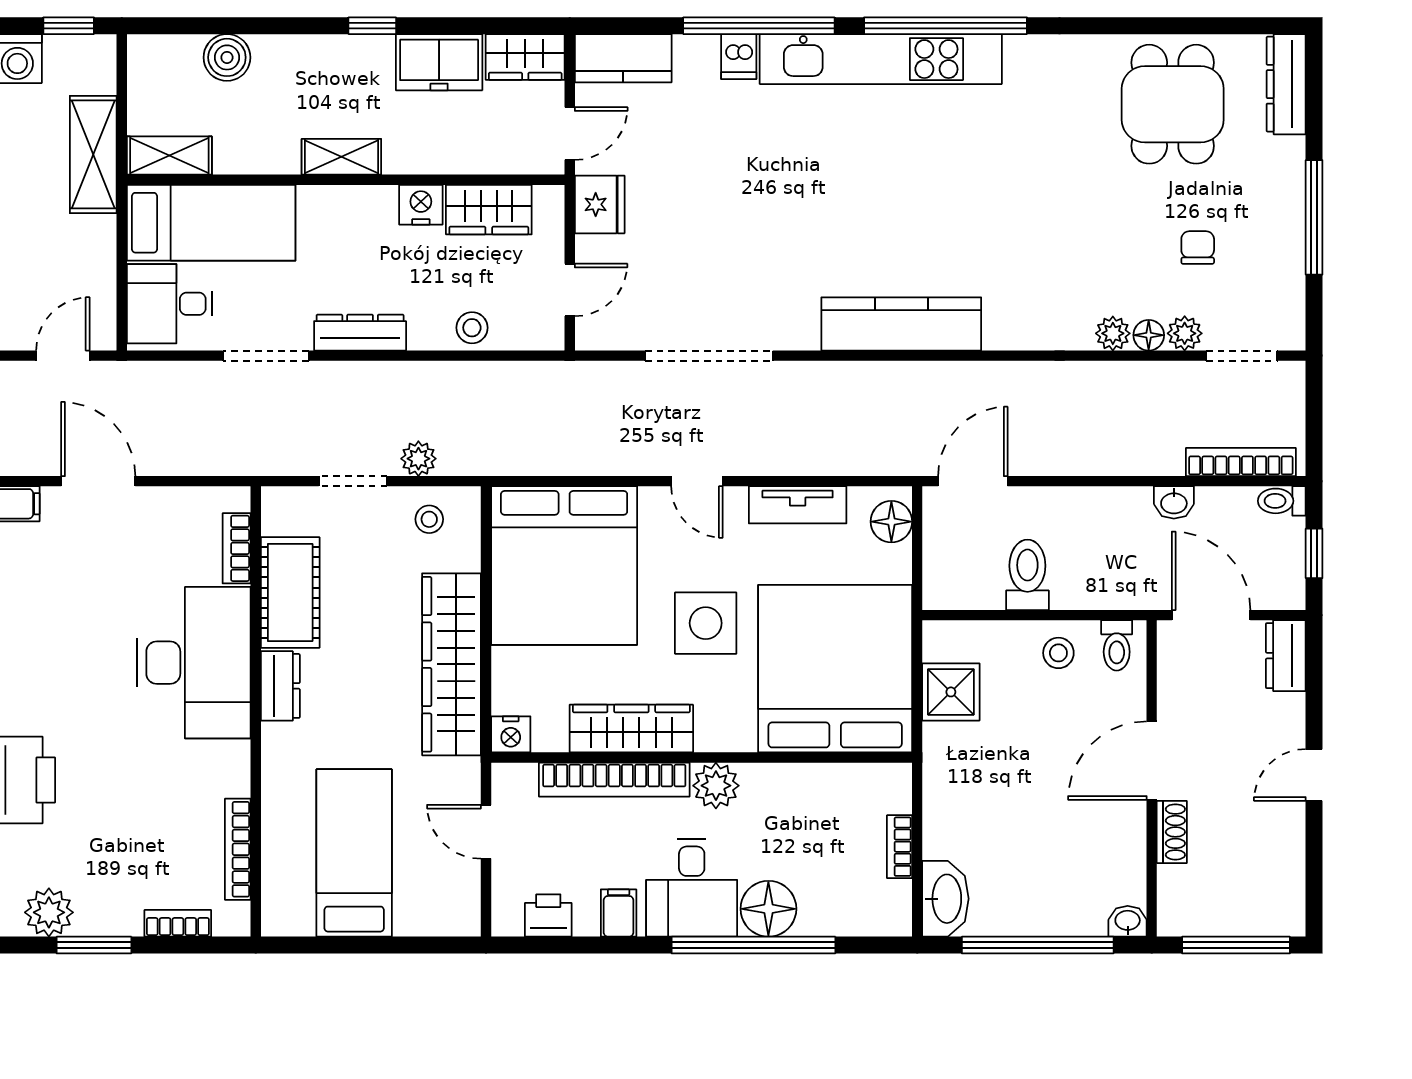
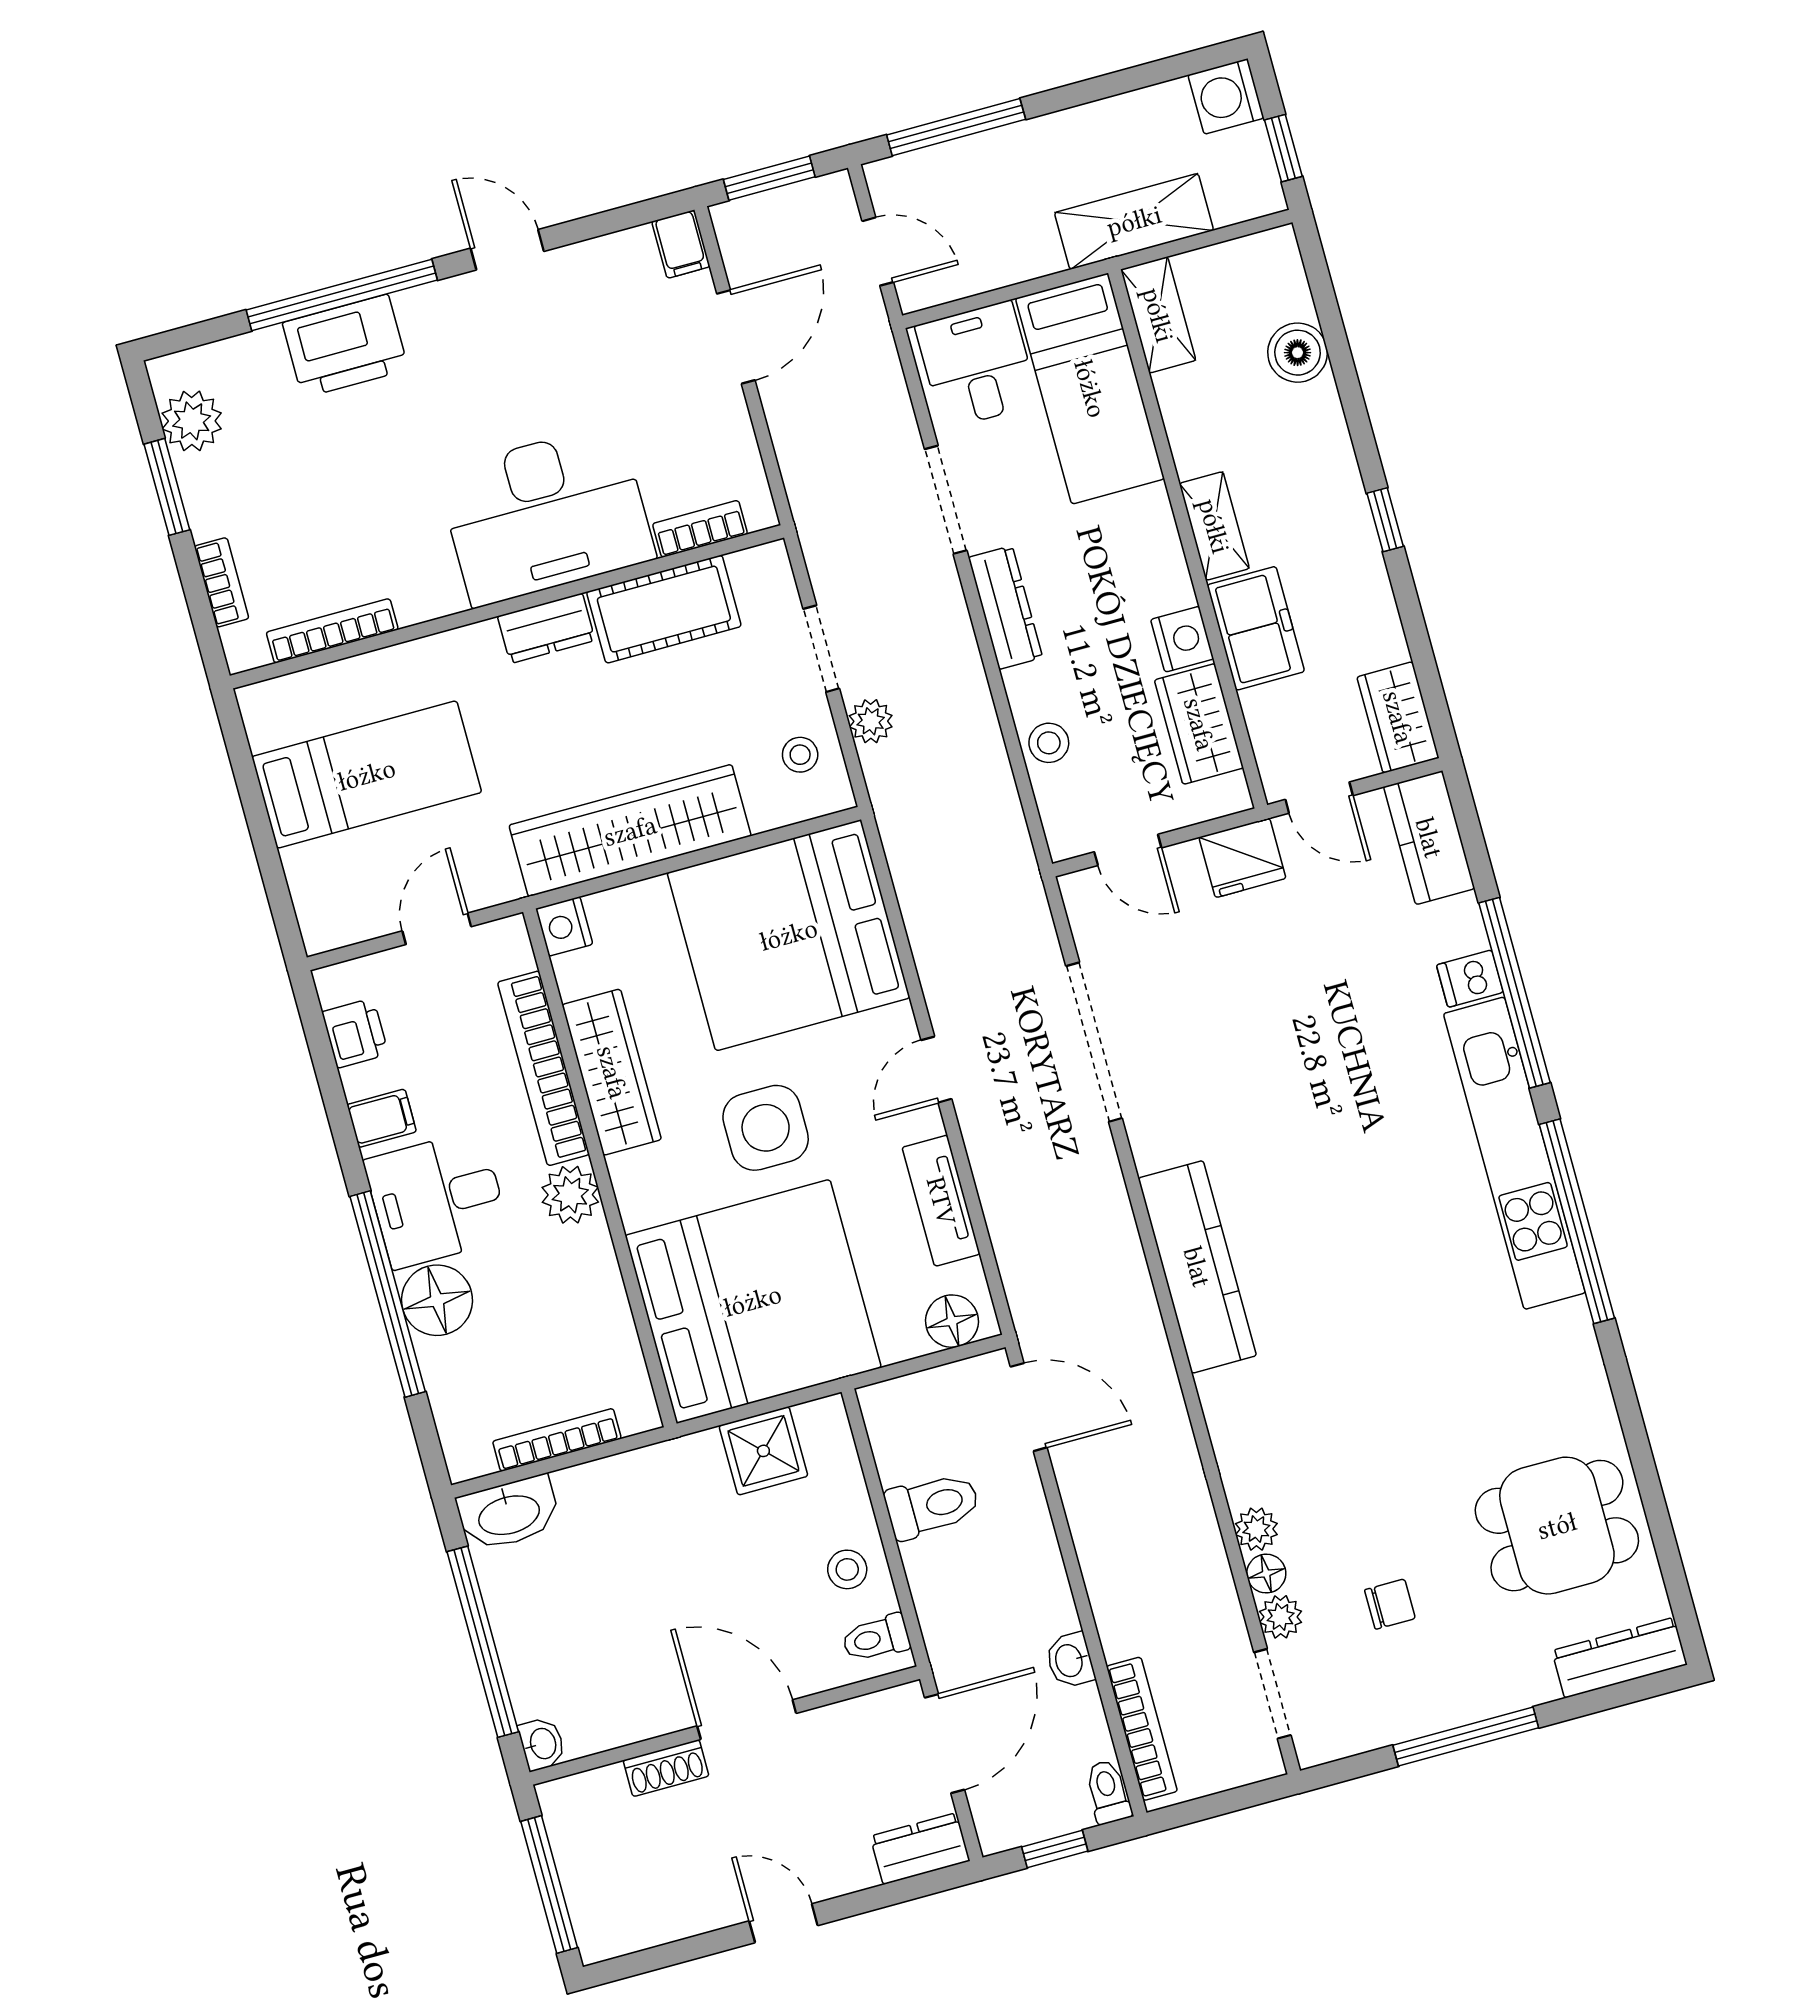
freezer: (439, 62) -> (1256, 628), moved, turned 180
bookcase: (900, 847) -> (557, 1440), width x1.56

